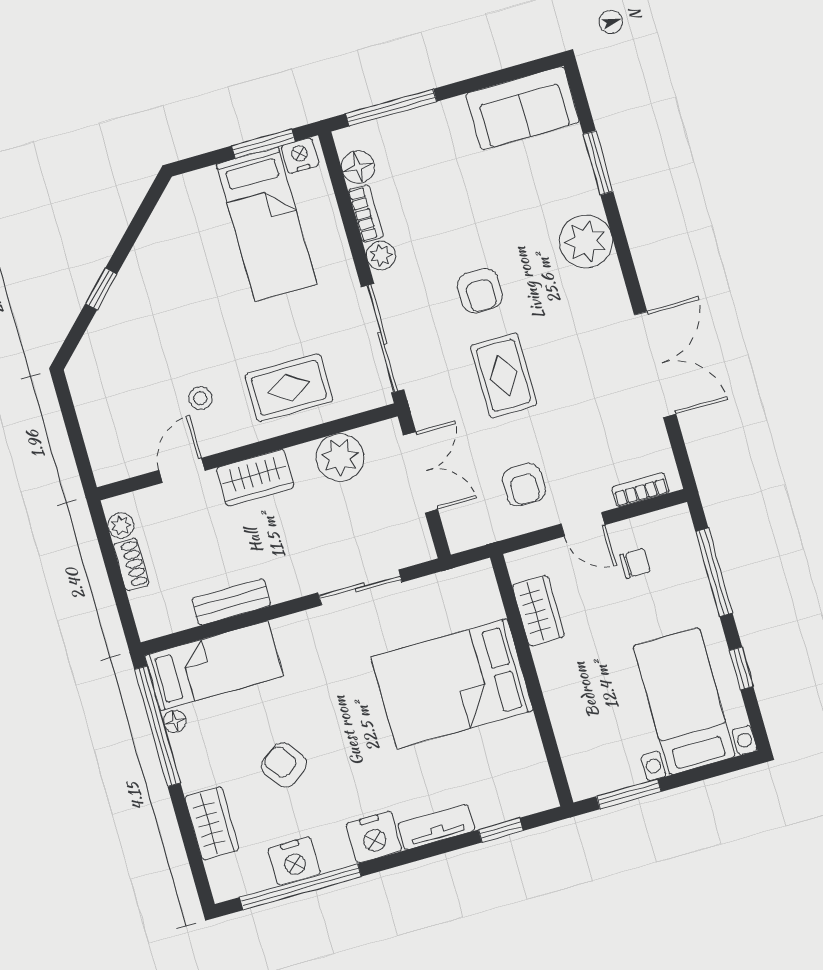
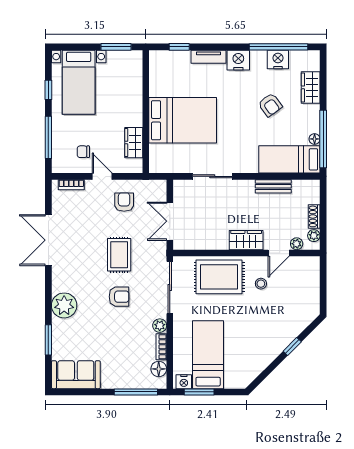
armchair: (480, 291) -> (119, 297), turned 90
rug: (289, 388) -> (219, 277), width x1.36, depth x1.43
plant: (340, 457) -> (297, 244), moved, width x0.53, depth x0.53

